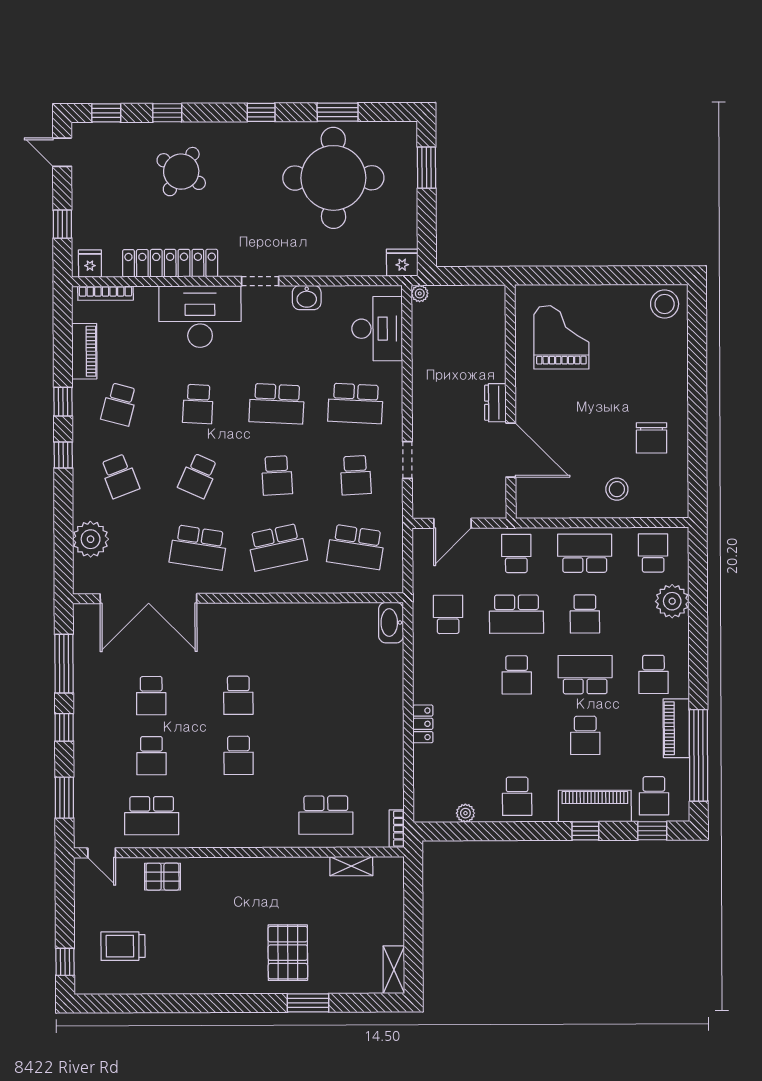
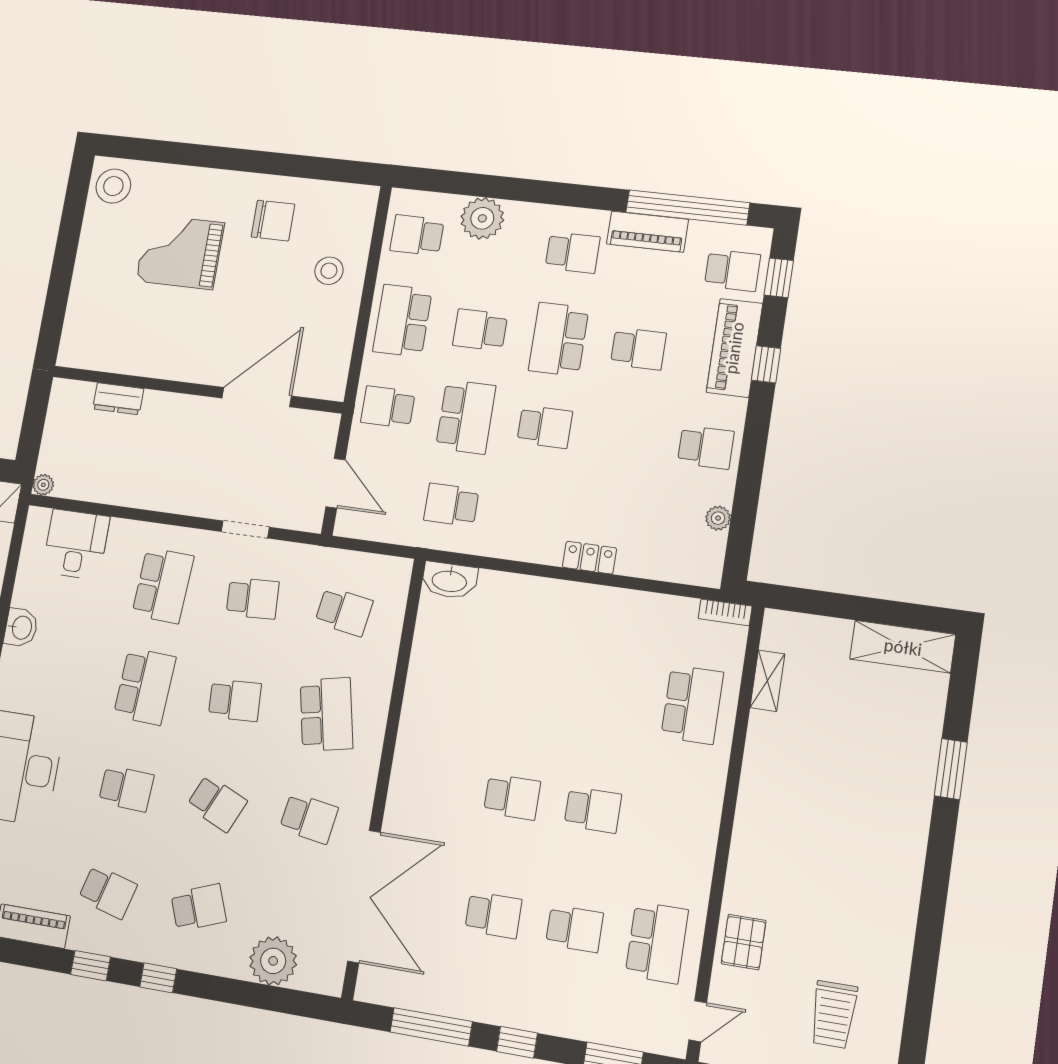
desk: (377, 329) -> (76, 544), width x0.73
grand piano: (561, 337) -> (180, 252), moved
dresser: (495, 403) -> (118, 399), moved
school desk: (198, 547) -> (309, 818), width x0.54
school desk: (356, 547) -> (344, 612), width x0.54
school desk: (585, 614) -> (480, 330), turned 180
pallet: (288, 953) -> (876, 786), removed
shelving: (394, 970) -> (903, 647), width x1.50, depth x1.33

